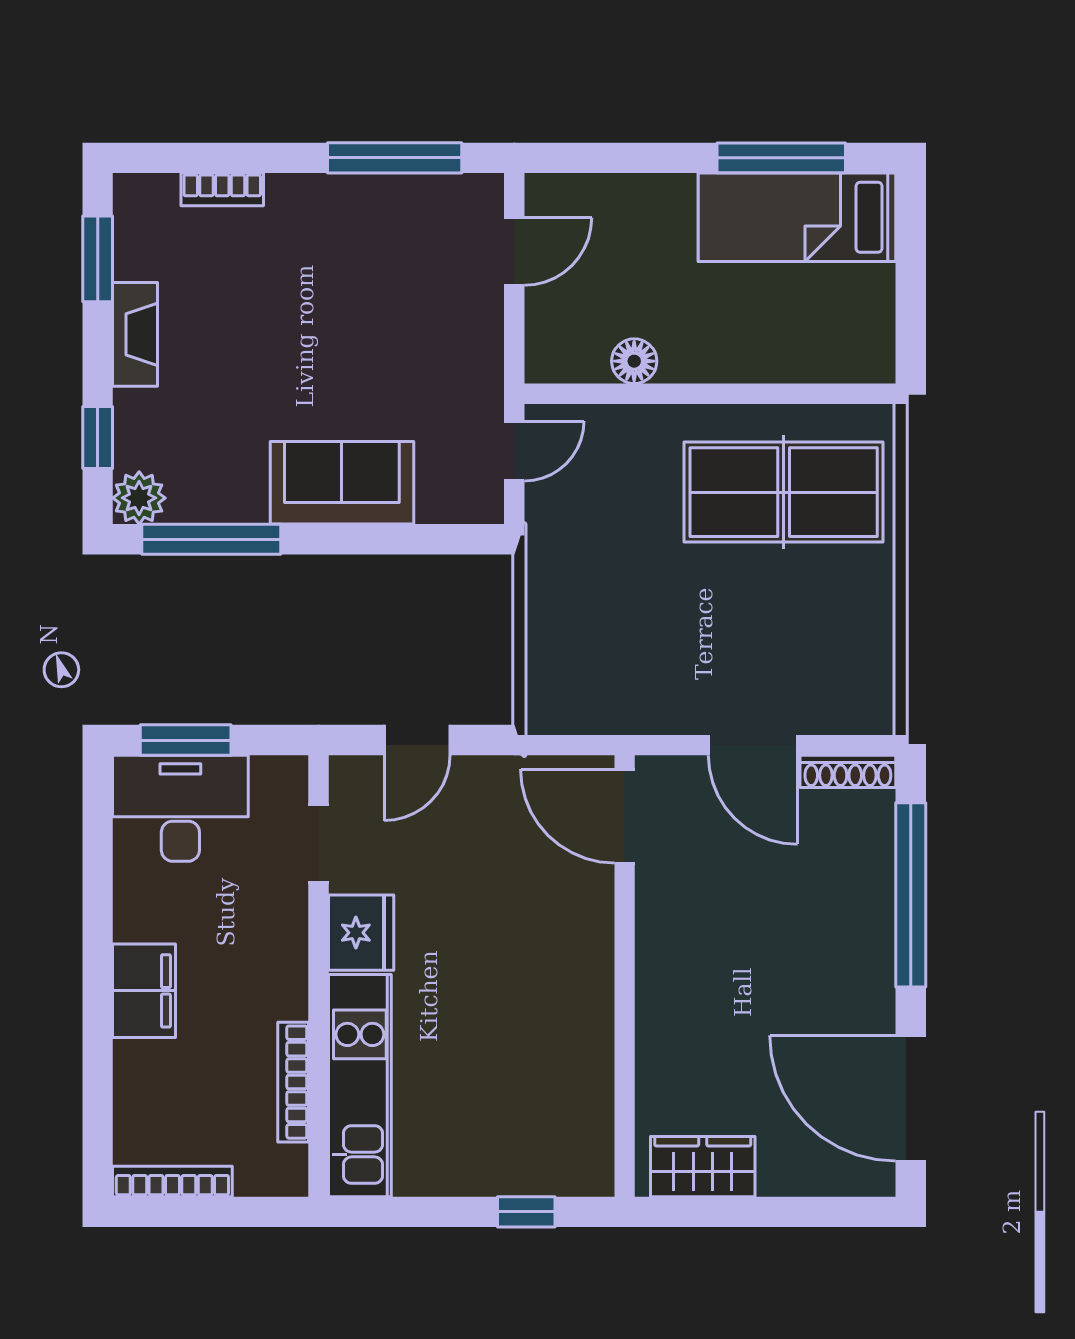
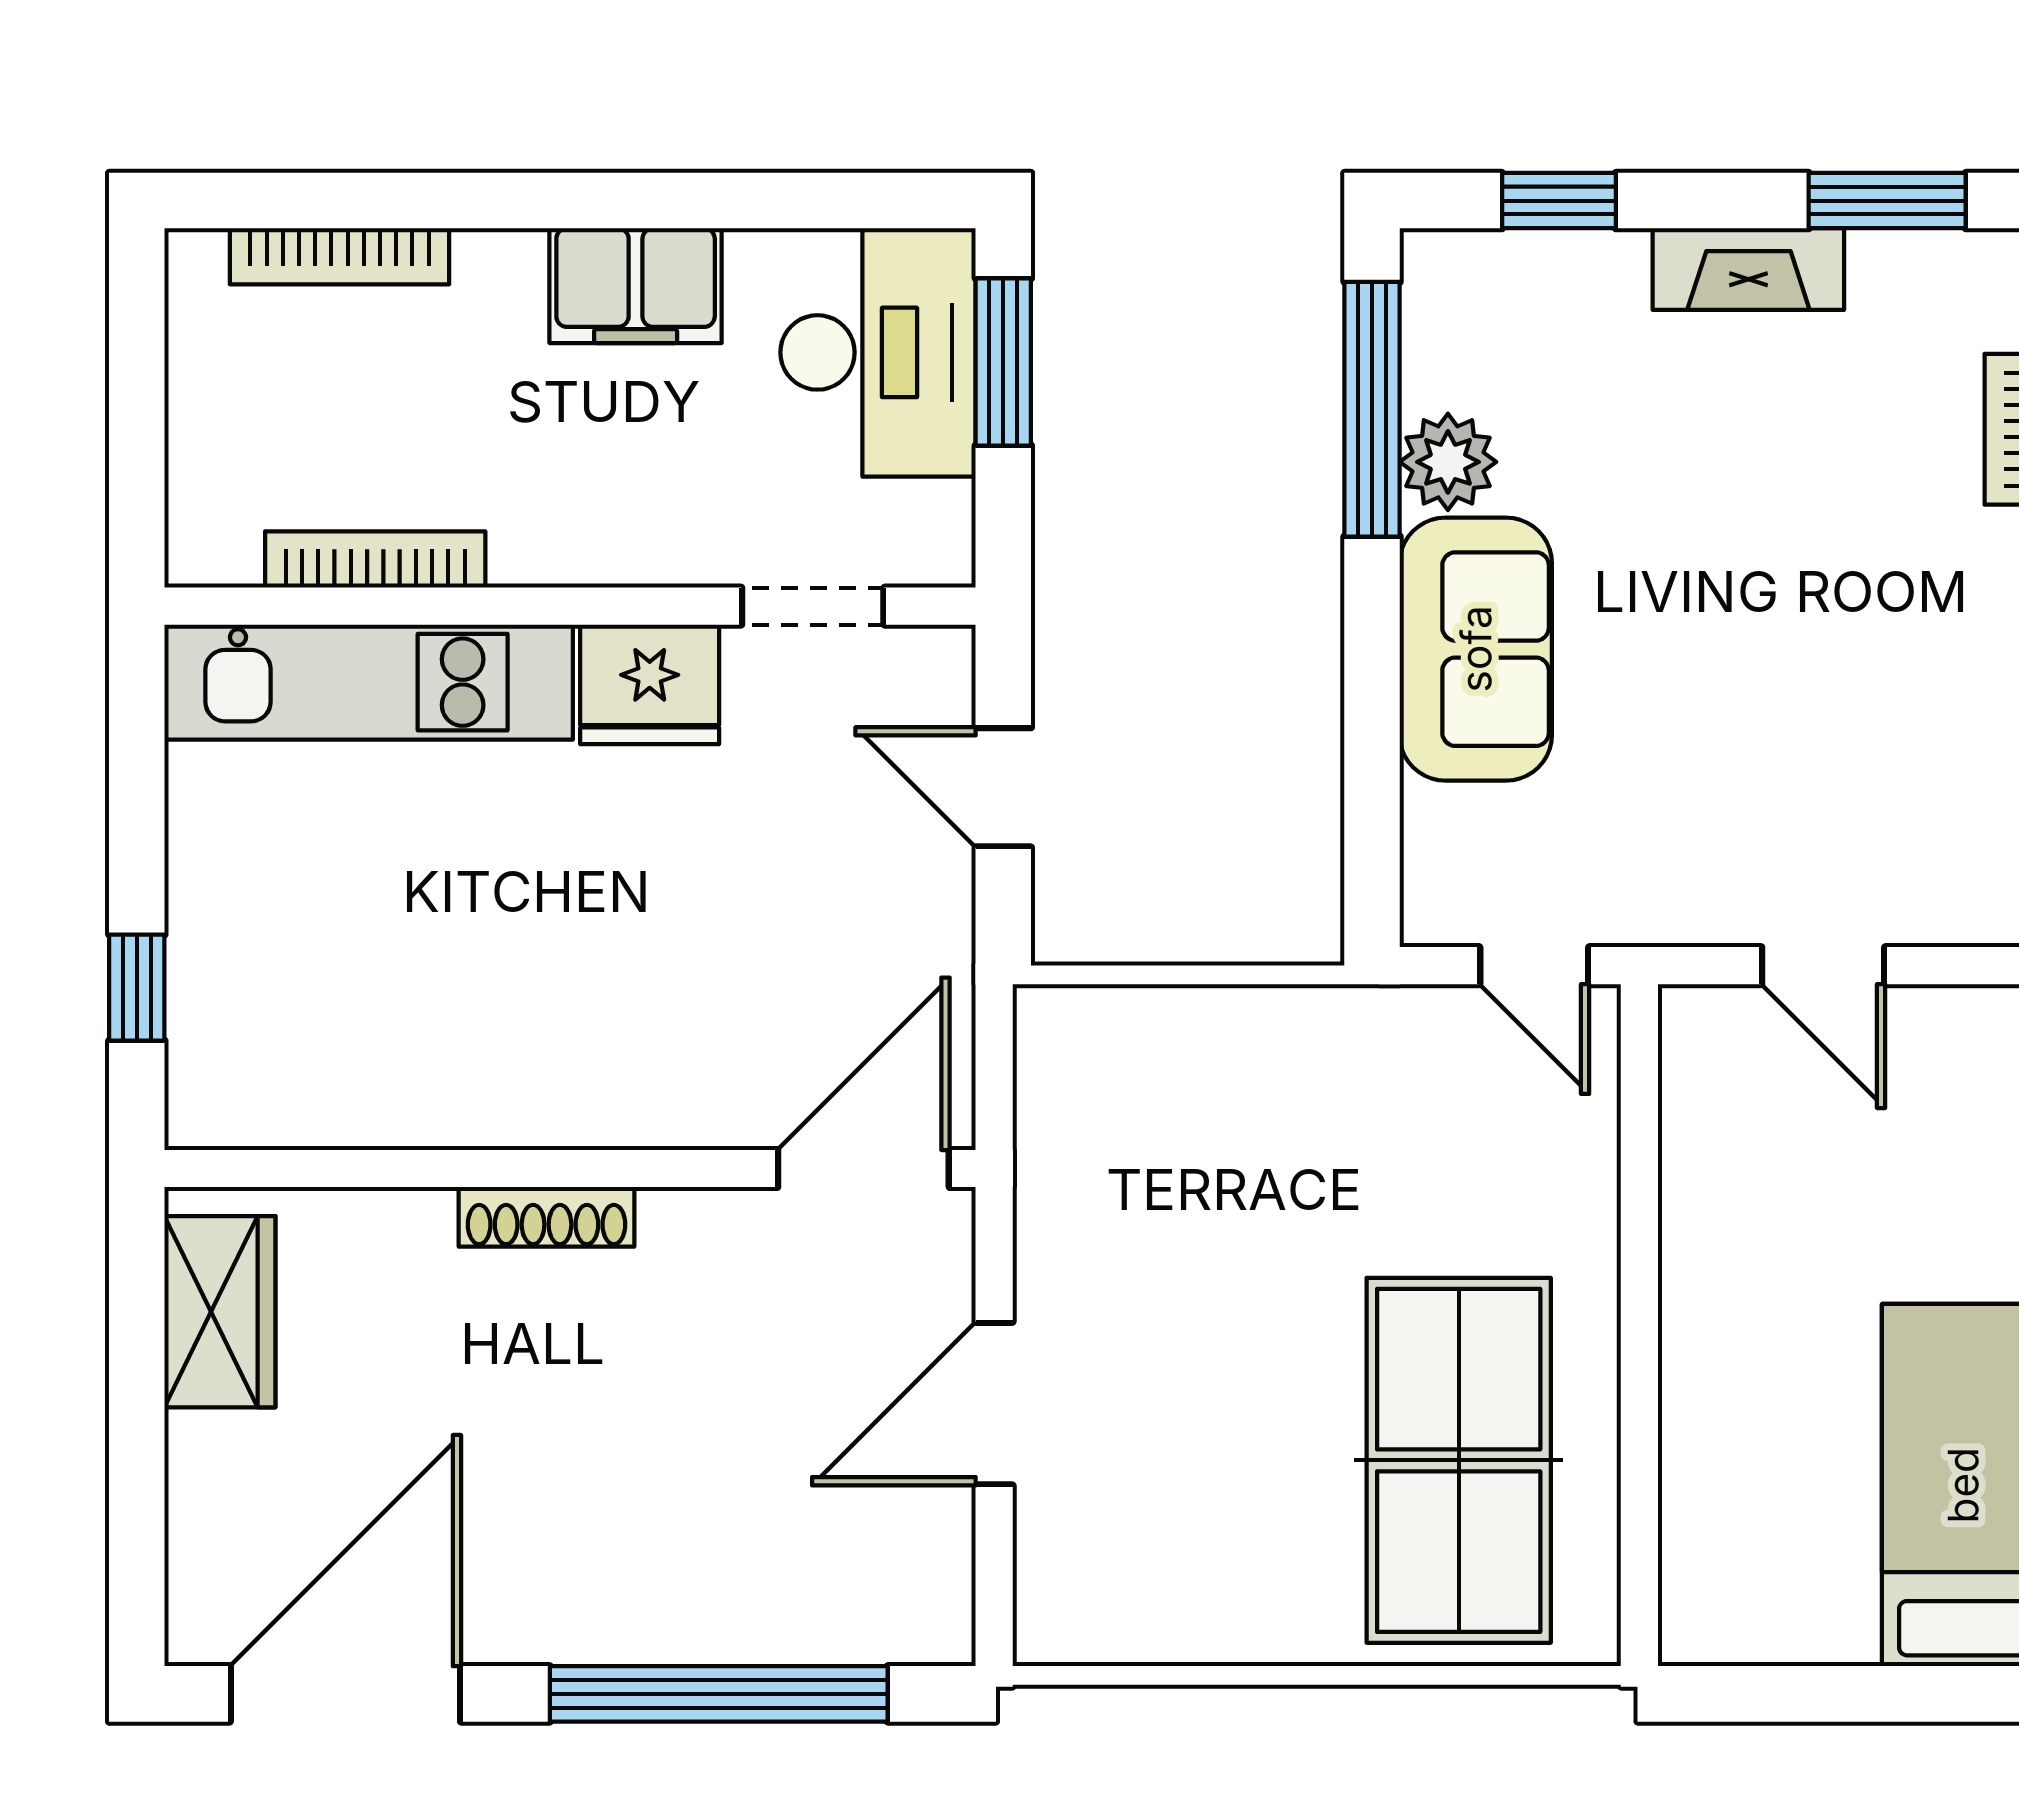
door: (514, 251) -> (1823, 966), moved
floor lamp: (634, 361) -> (1699, 1186), removed
plant: (139, 498) -> (1448, 462), moved
shoe rack: (848, 771) -> (547, 1217), moved, turned -90
filing cabinet: (144, 991) -> (636, 286), moved
bookcase: (172, 1181) -> (339, 256), moved, turned 90

